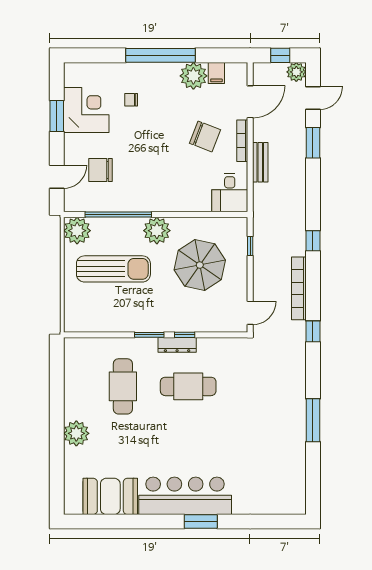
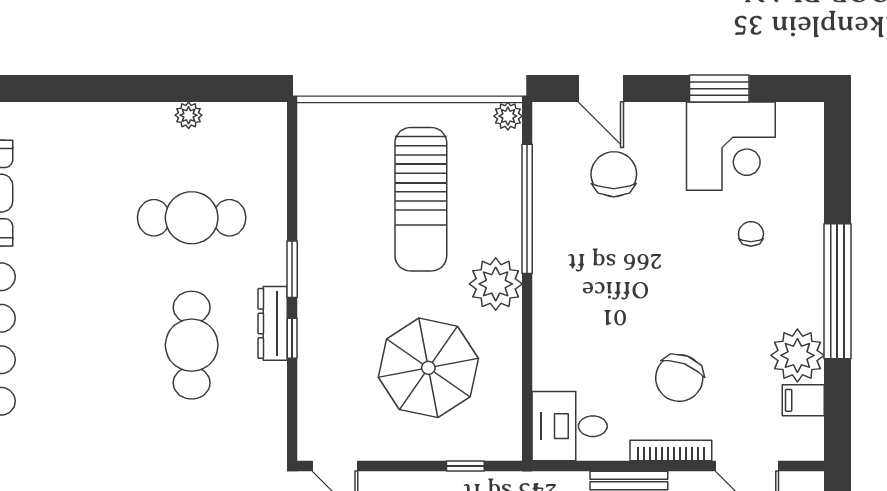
plant: (77, 231) -> (508, 116), width x0.53, depth x0.53
plant: (76, 433) -> (189, 115), moved, width x0.53, depth x0.53

